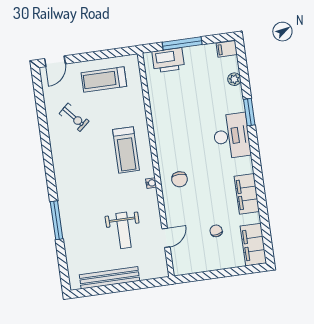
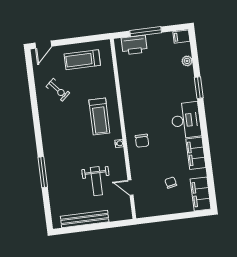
desk: (231, 136) -> (186, 120), moved
door: (166, 238) -> (130, 188), swing flipped

